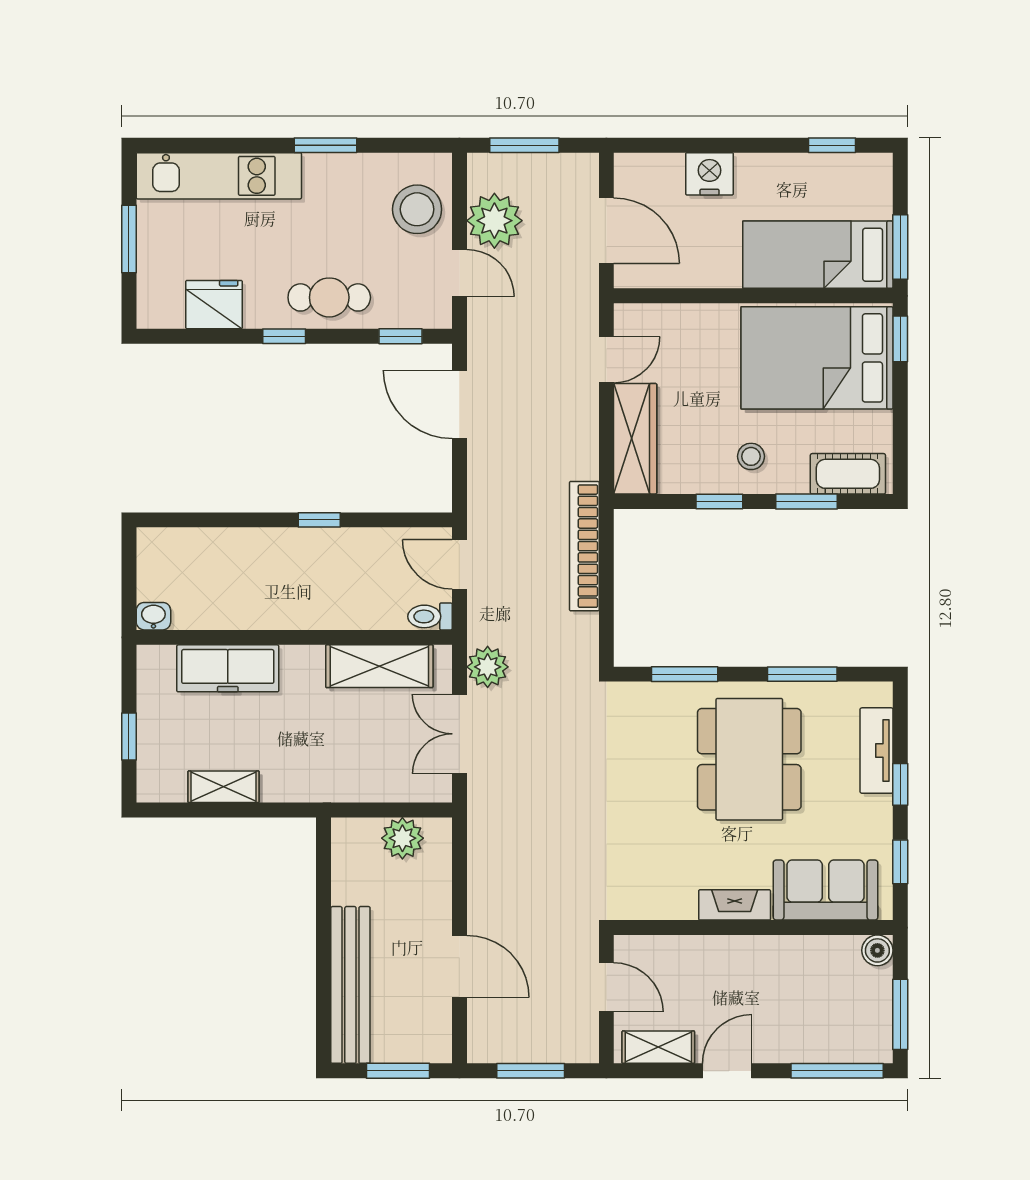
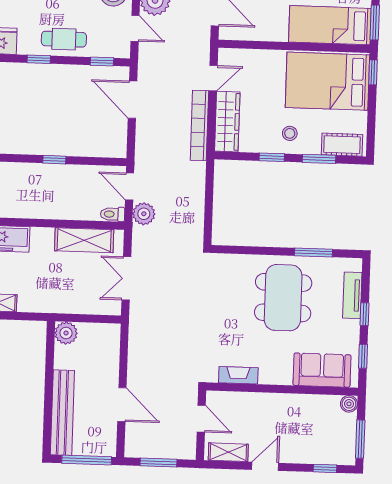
bookcase: (584, 546) -> (199, 126), moved
plant: (488, 667) -> (144, 214), moved
window: (685, 674) -> (250, 250), removed
plant: (402, 838) -> (66, 333), moved
fireplace: (735, 905) -> (238, 375), moved
window: (398, 1071) -> (87, 460), width x1.44
window: (837, 1071) -> (325, 468), width x0.46

